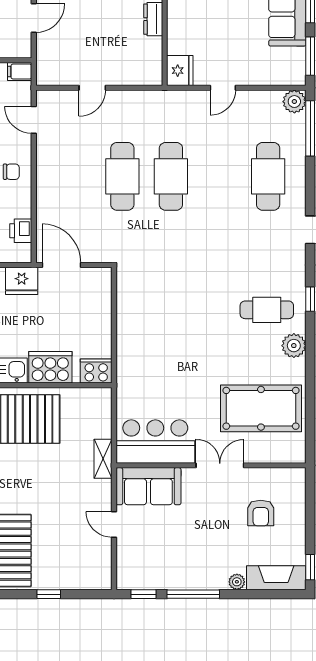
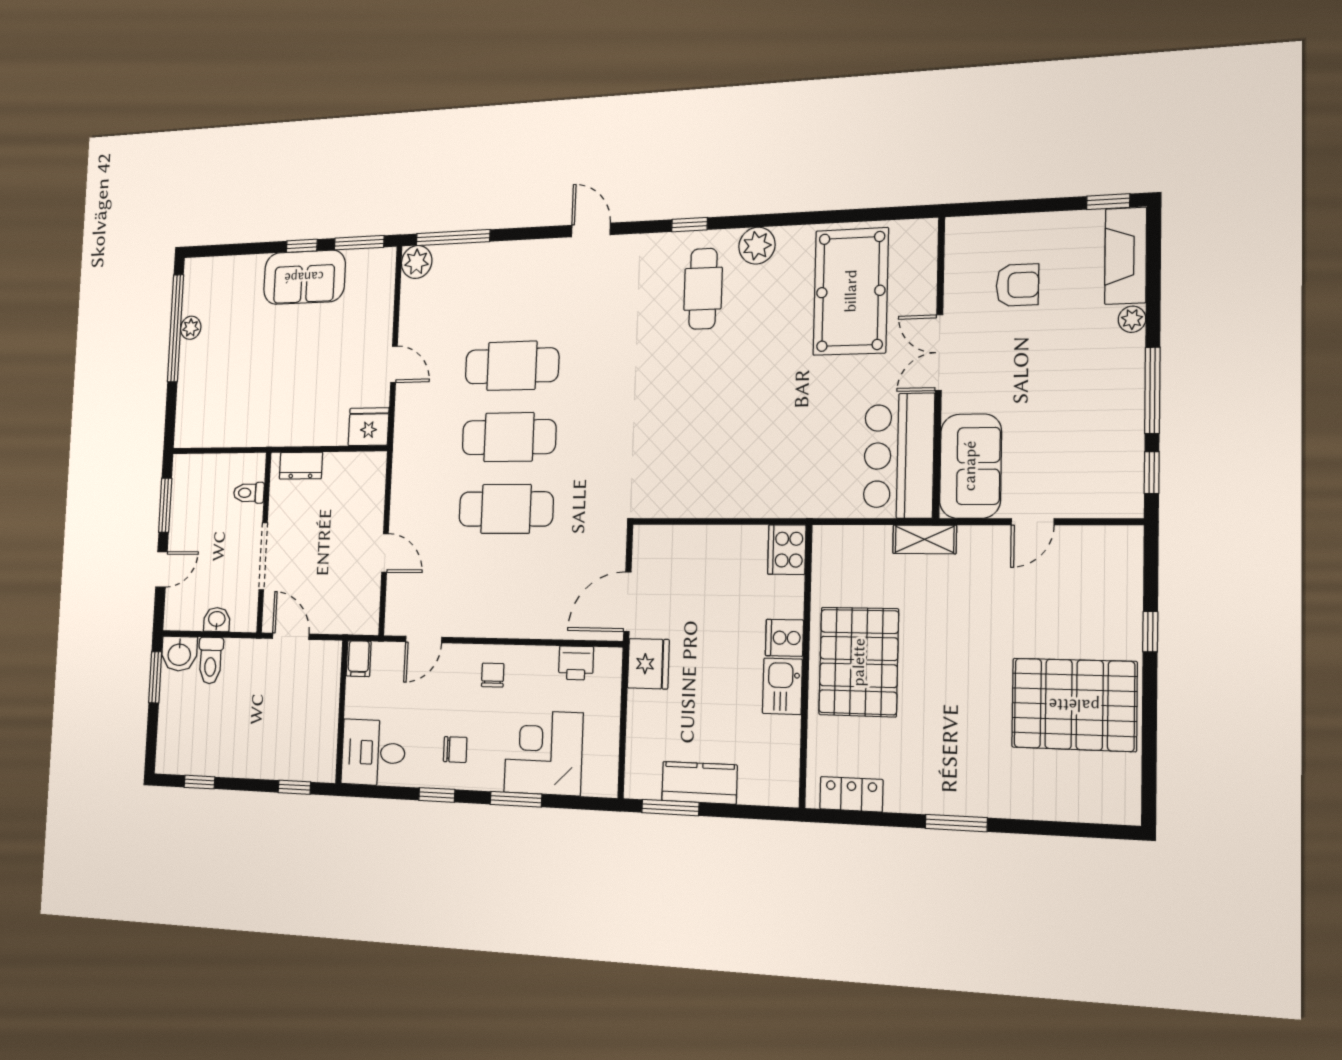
cafe table: (268, 176) -> (512, 366), moved
cooker: (50, 367) -> (784, 638), width x0.53, depth x0.76

